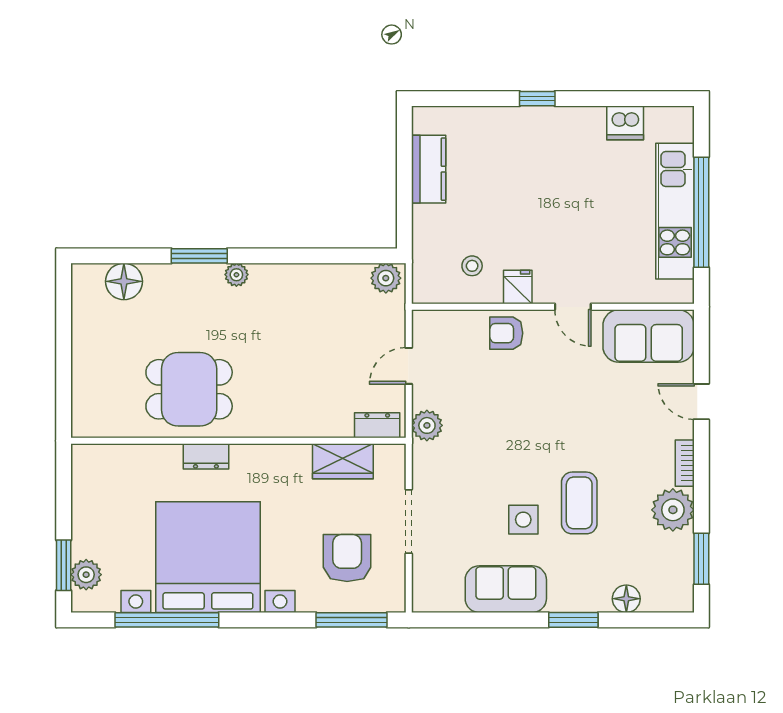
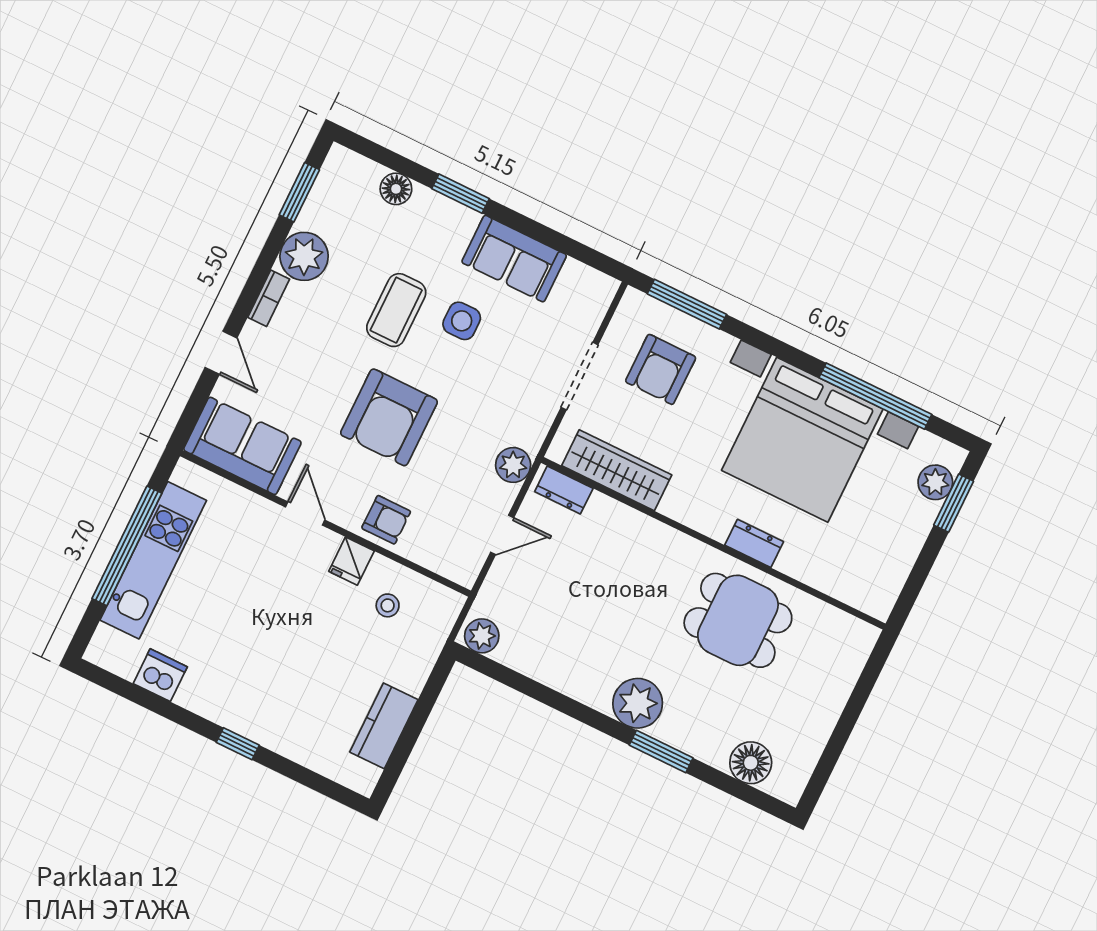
plant: (236, 275) -> (638, 703), width x1.87, depth x1.87
armchair: (544, 415) -> (389, 417), added
wardrobe: (343, 461) -> (617, 470), width x1.50

